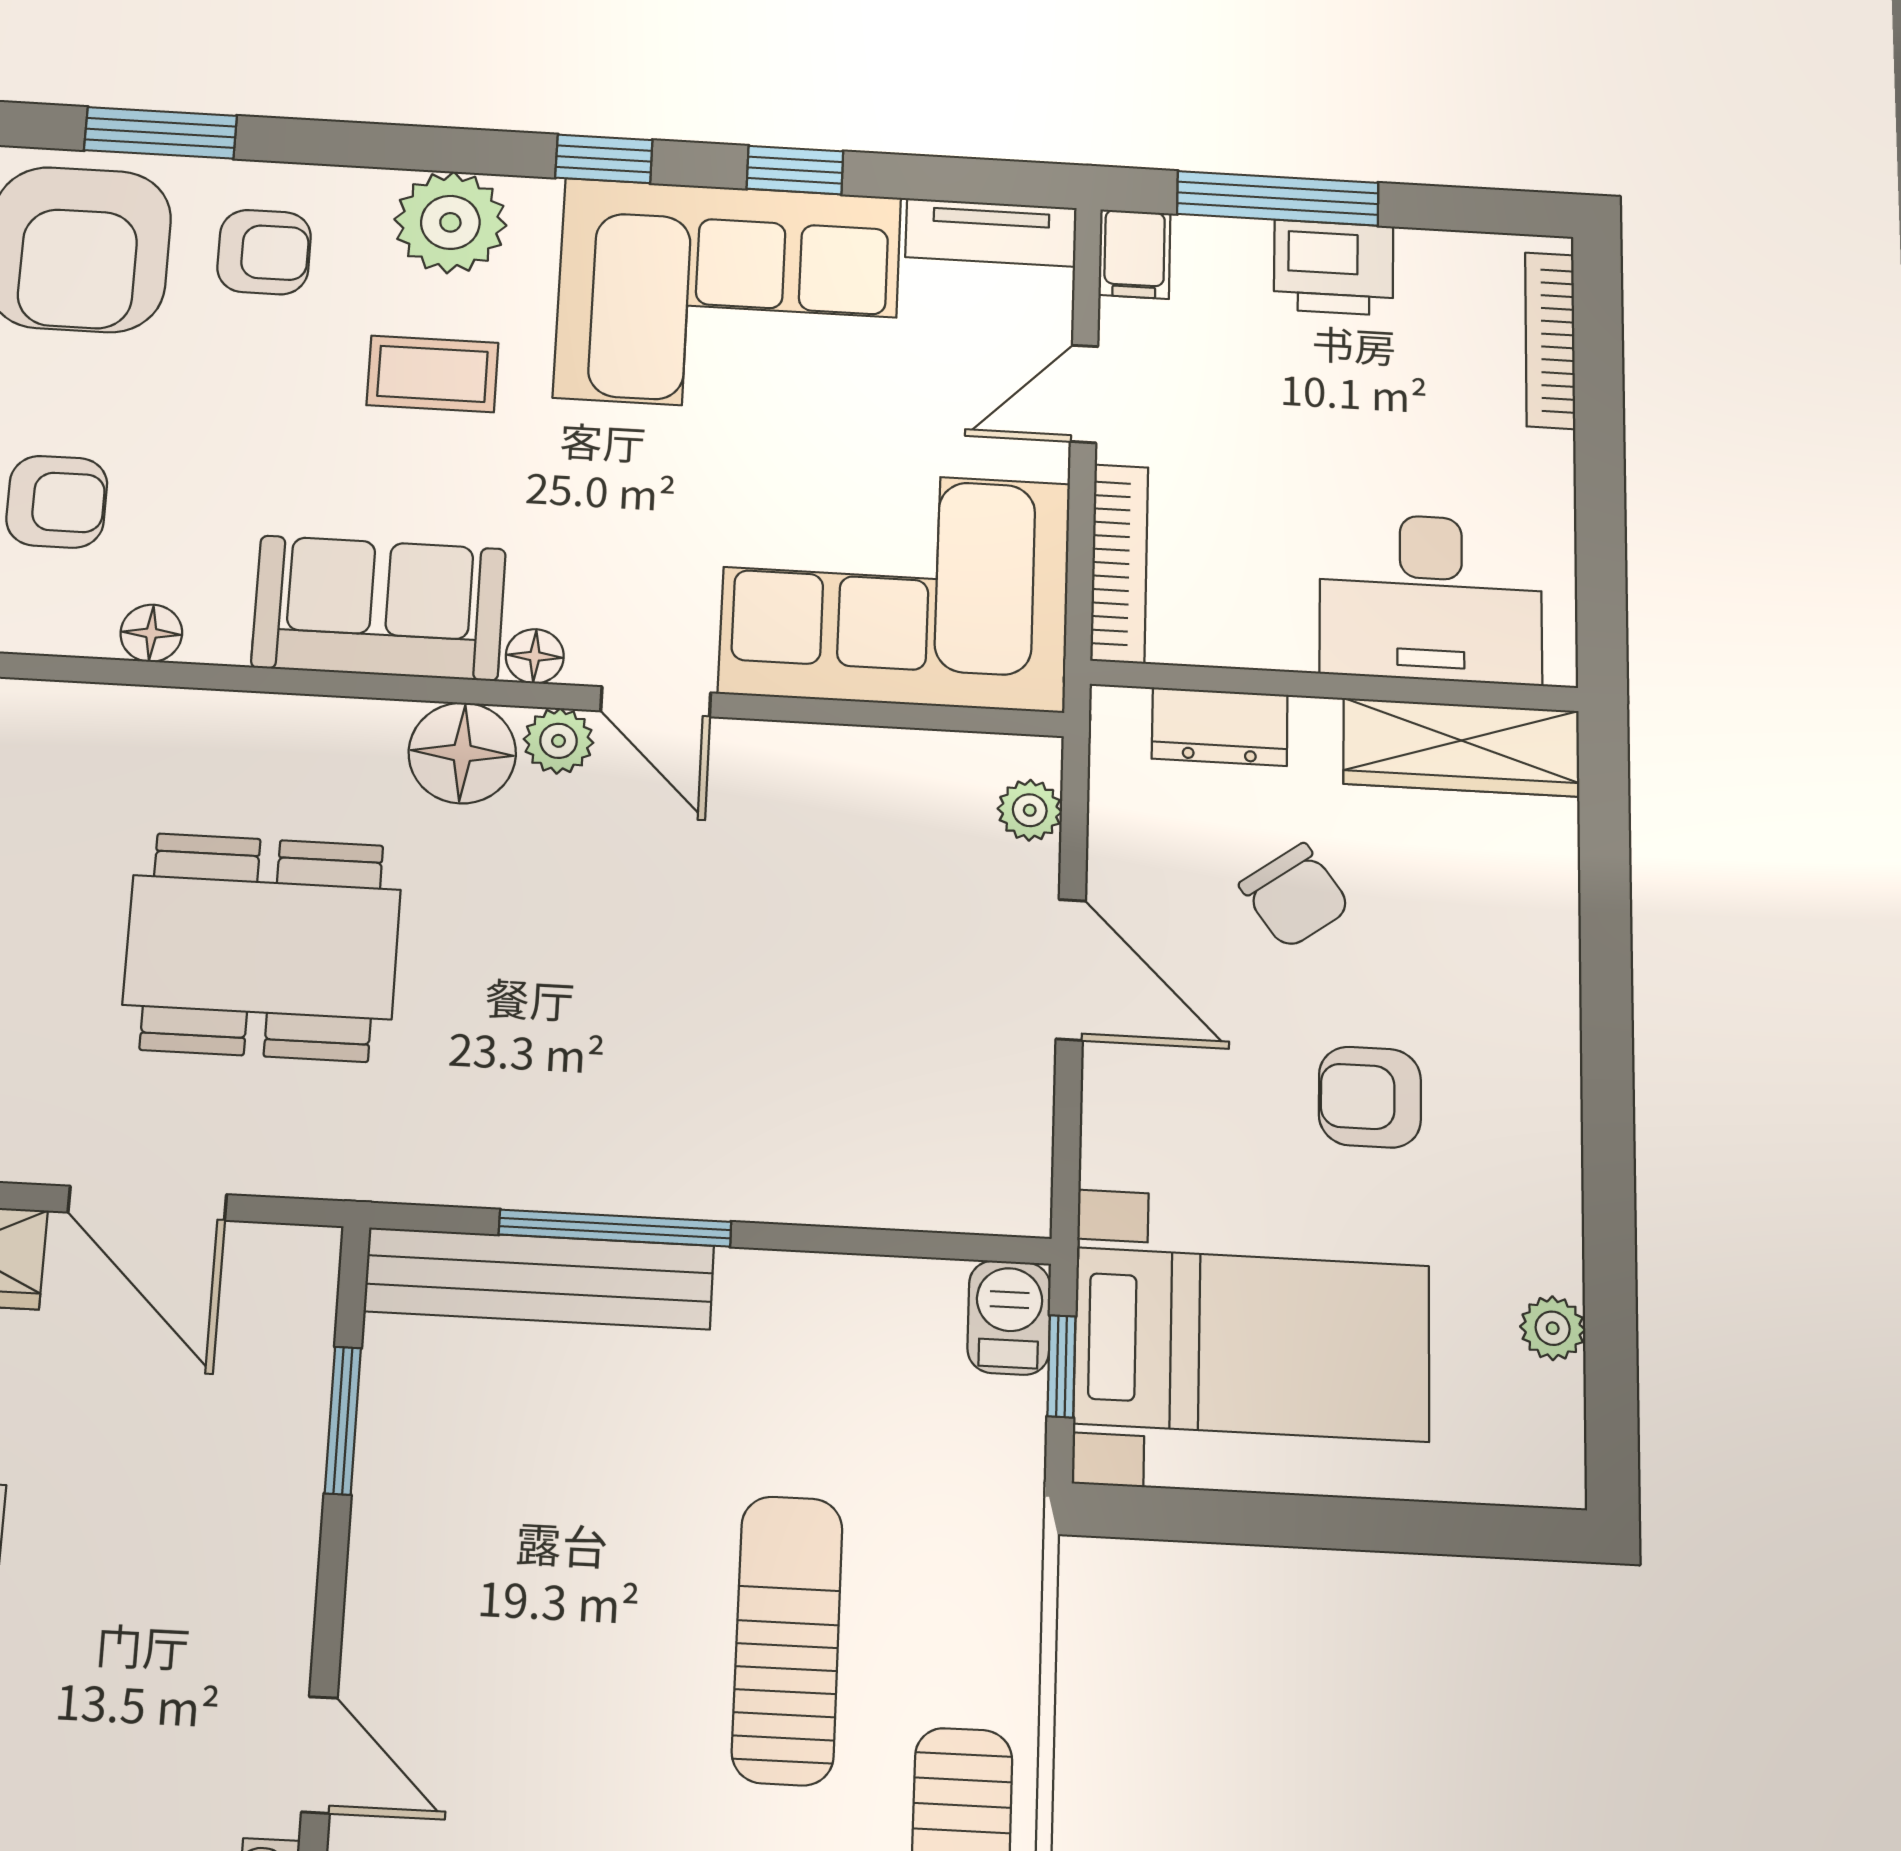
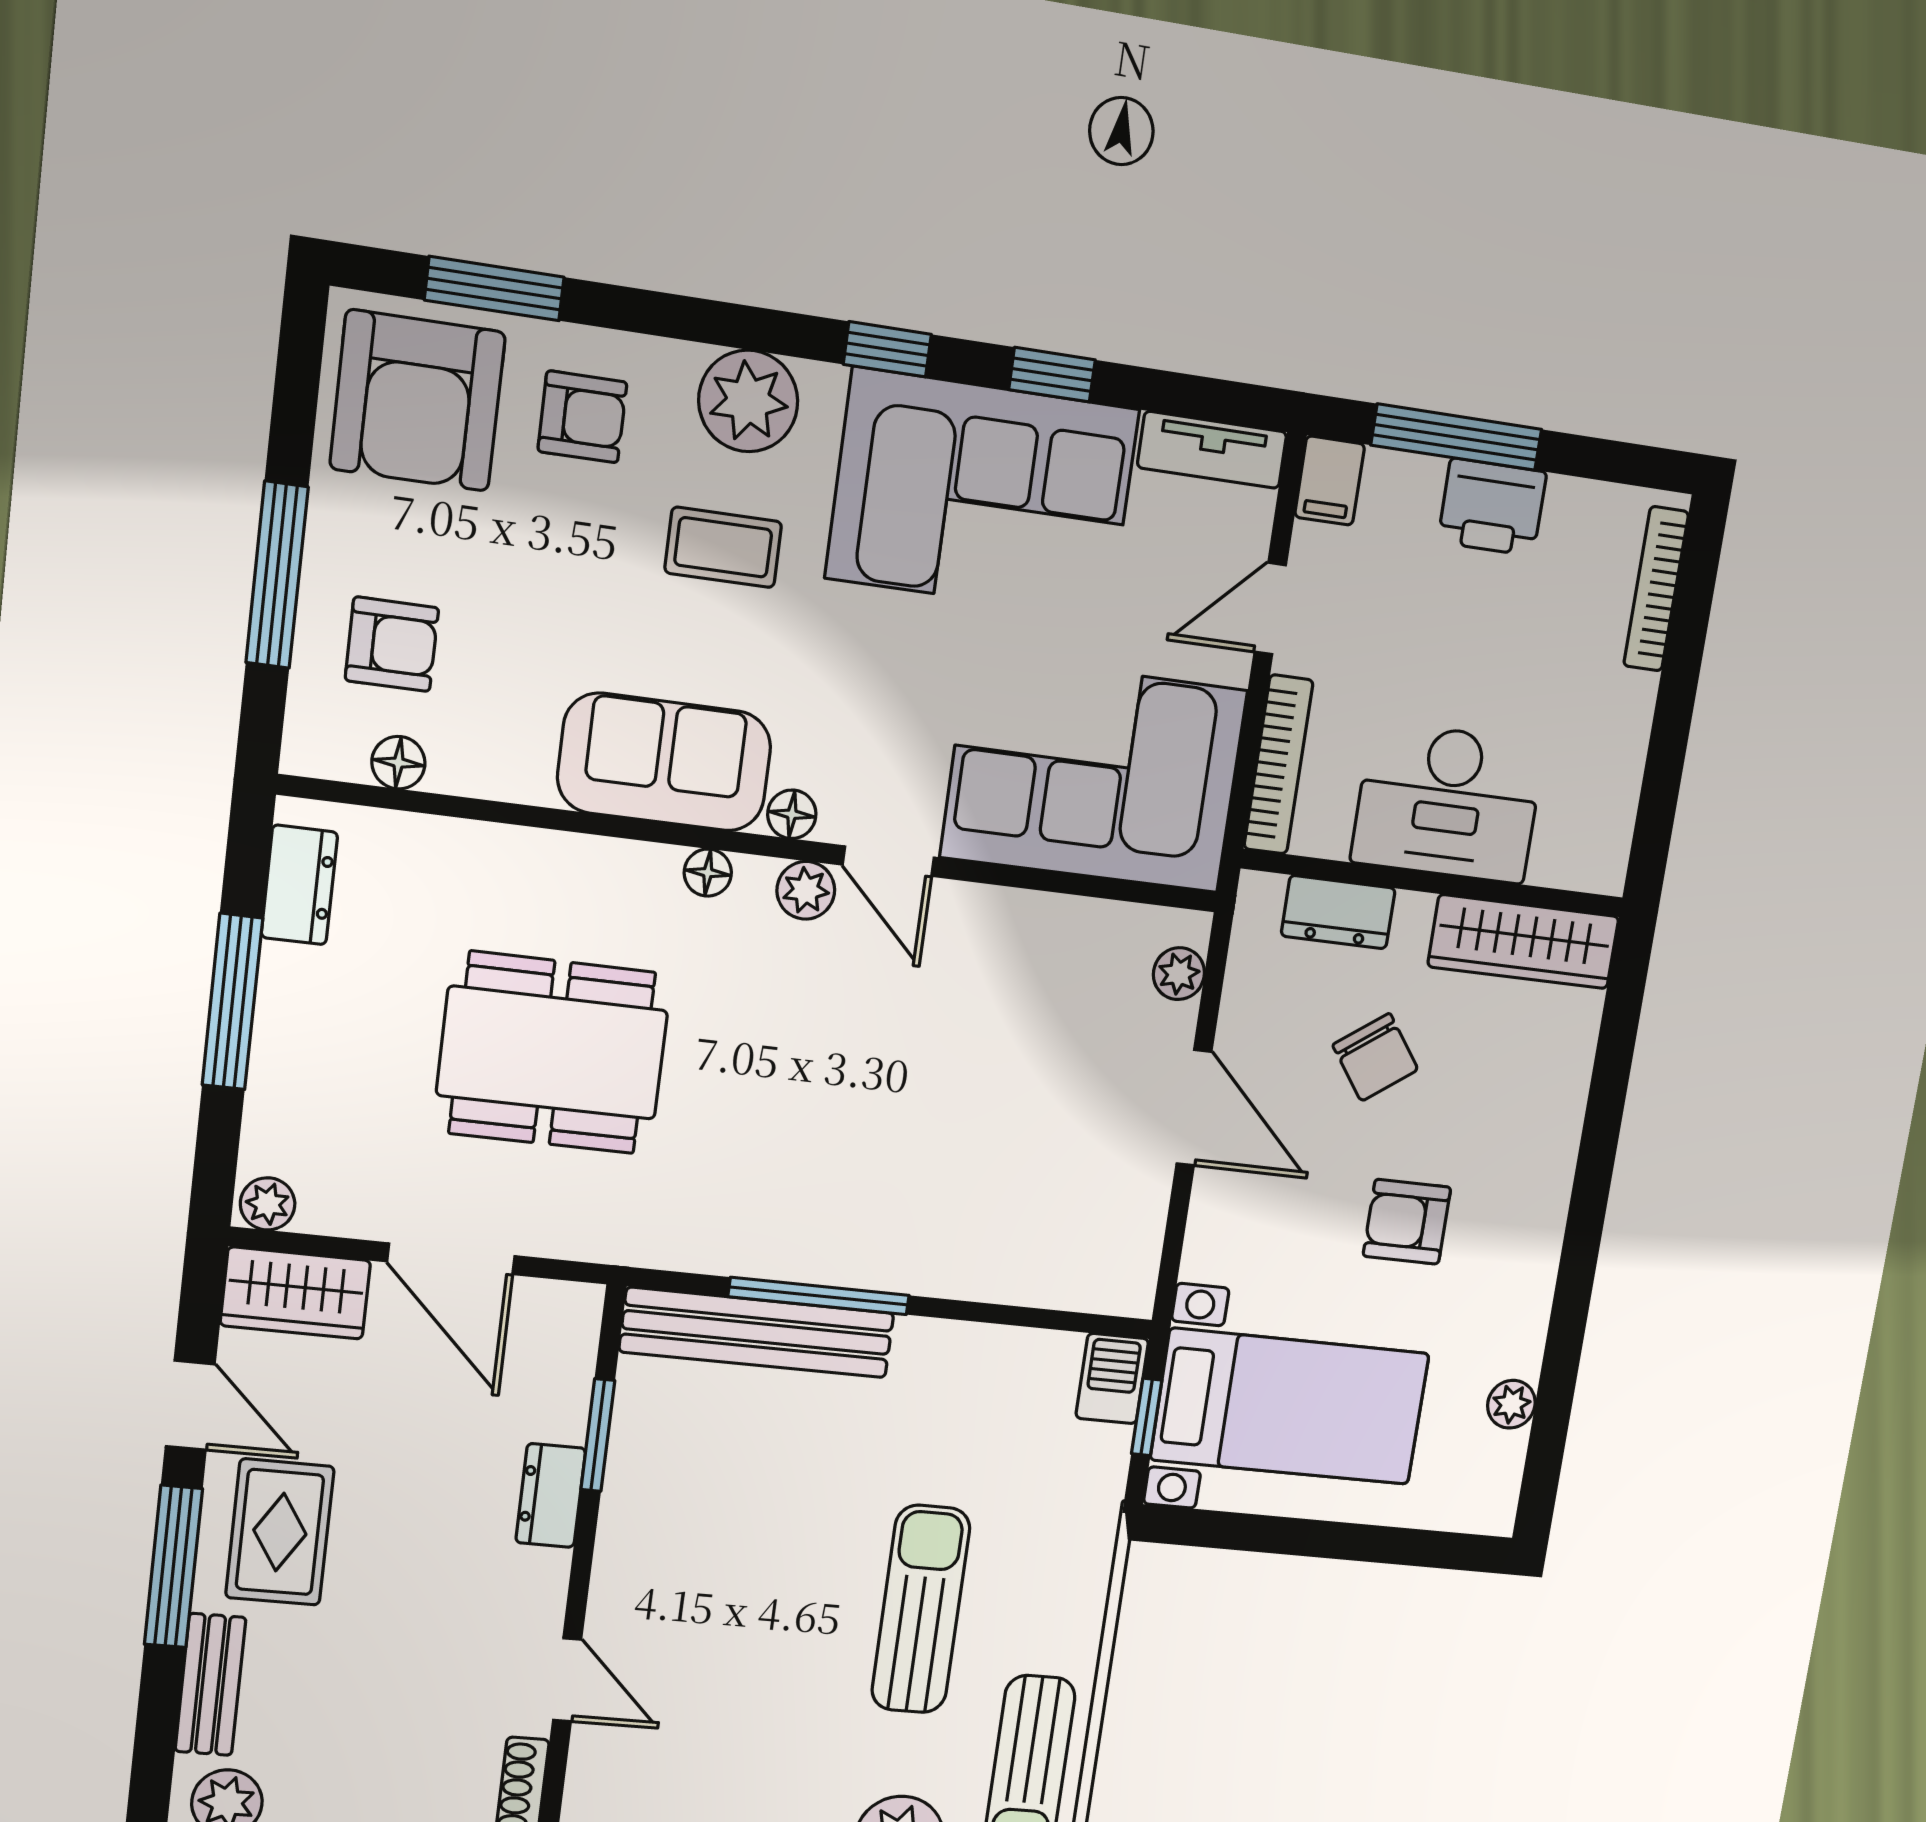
desk: (1431, 598) -> (1448, 803), moved
floor lamp: (151, 633) -> (398, 763), moved
floor lamp: (462, 753) -> (708, 873), width x0.53, depth x0.53
dresser: (286, 1503) -> (551, 1495), added

